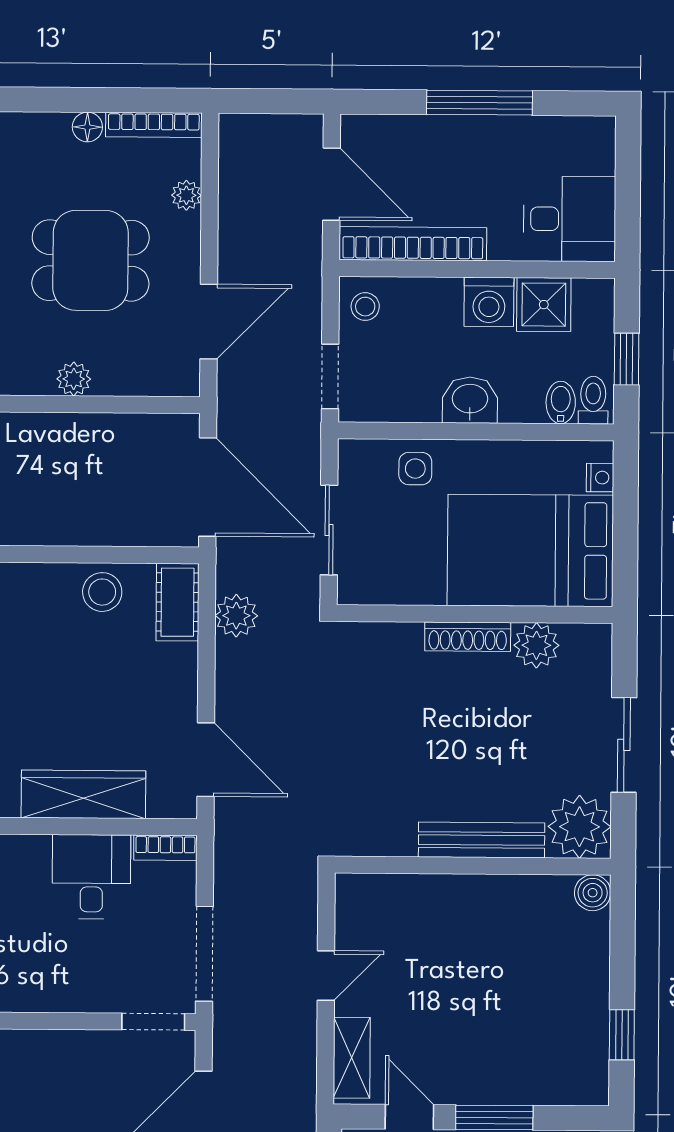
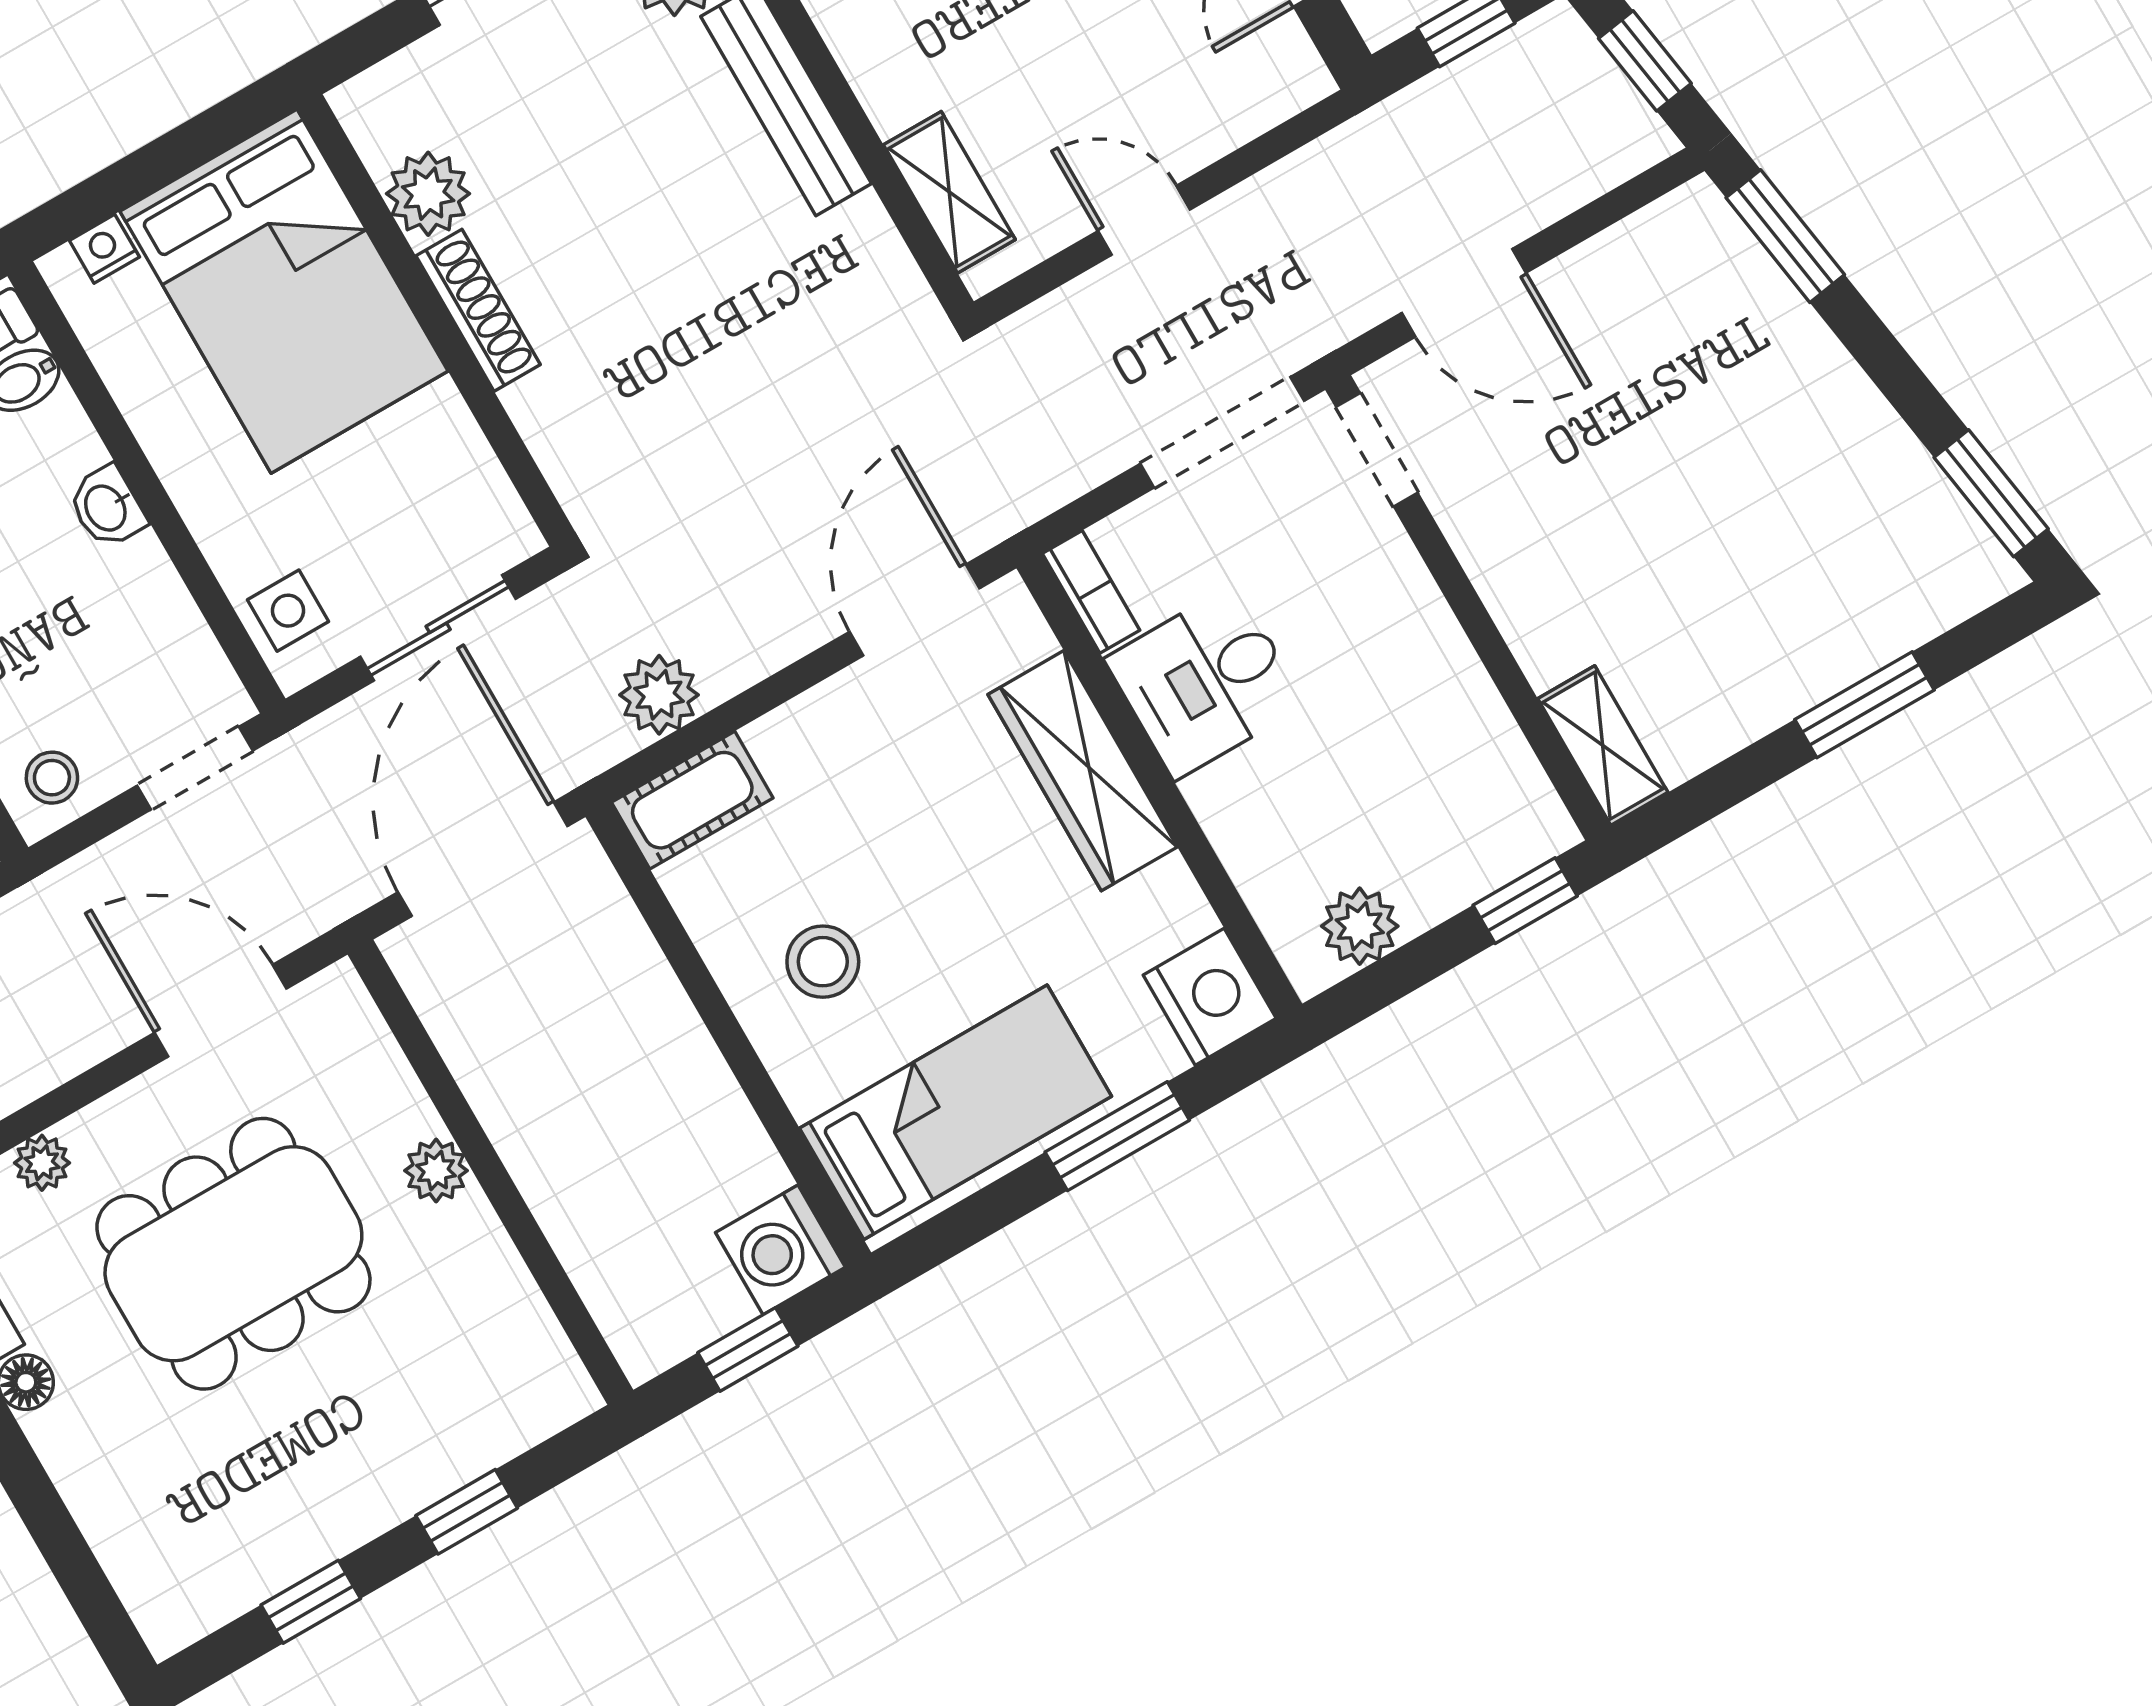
dining table: (91, 260) -> (233, 1254), width x1.38
washbasin: (470, 400) -> (107, 507), width x0.72, depth x0.69
side table: (415, 469) -> (288, 611), moved
stool: (102, 592) -> (823, 962), moved
shelving: (352, 1058) -> (949, 192), moved, turned 90

